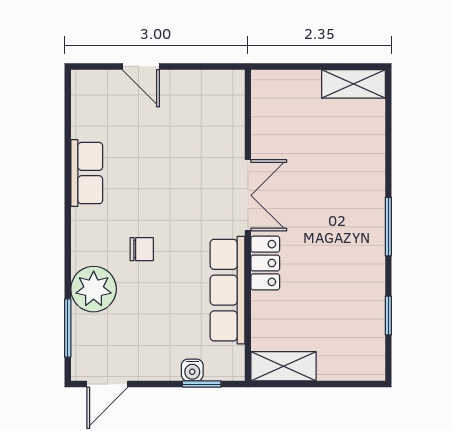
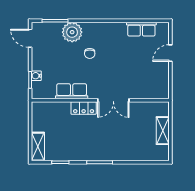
shelving: (353, 84) -> (163, 131), moved
row of seats: (87, 173) -> (141, 29), moved
row of seats: (227, 290) -> (72, 91), width x0.68
shelving: (284, 366) -> (38, 147), moved

